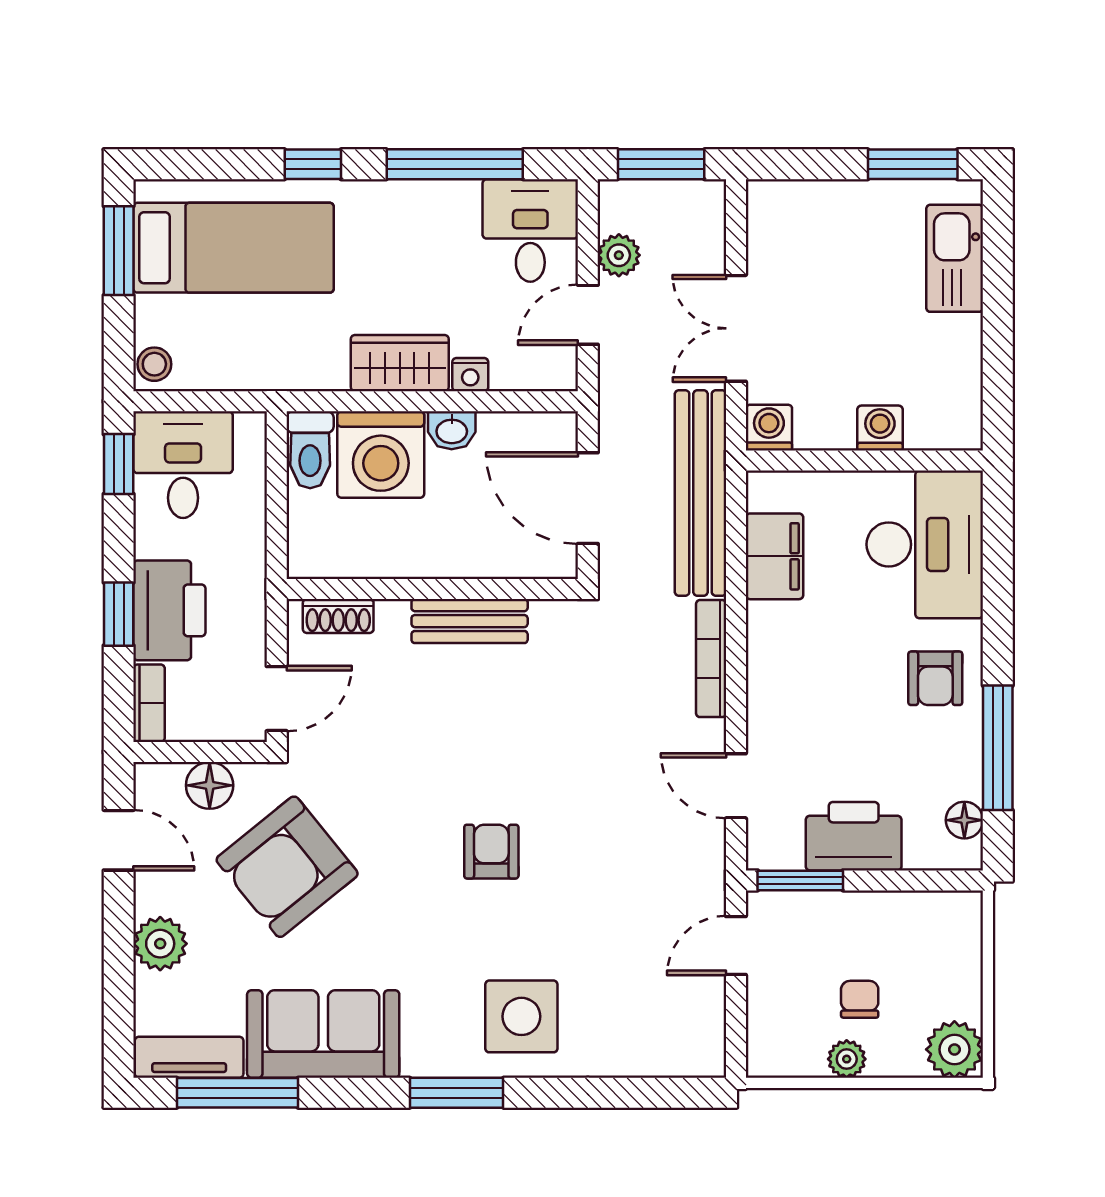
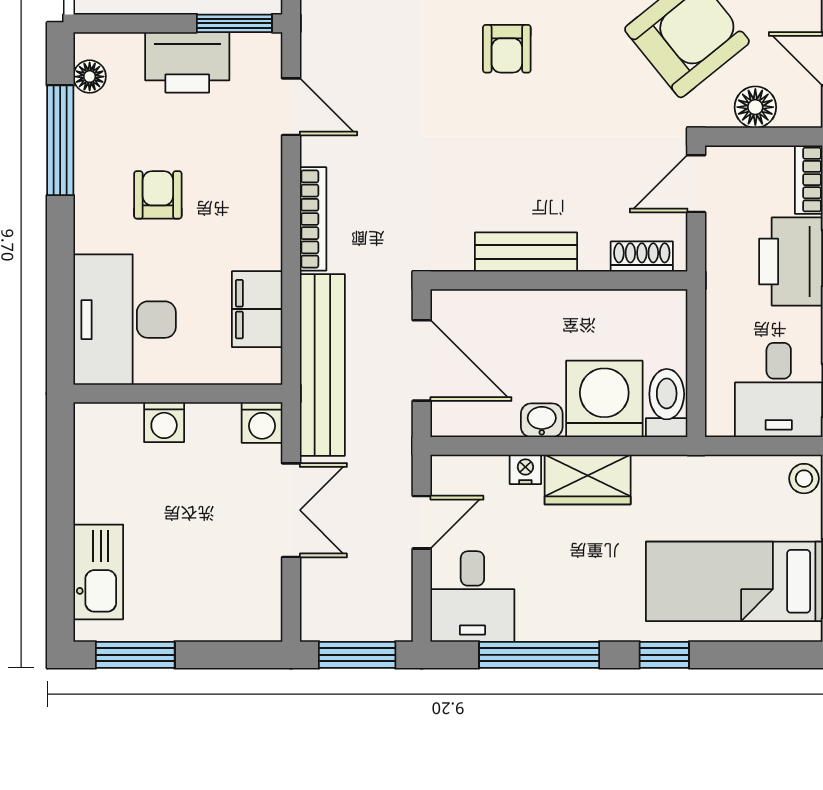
plant: (619, 255) -> (394, 575), removed
armchair: (935, 678) -> (158, 195), moved

